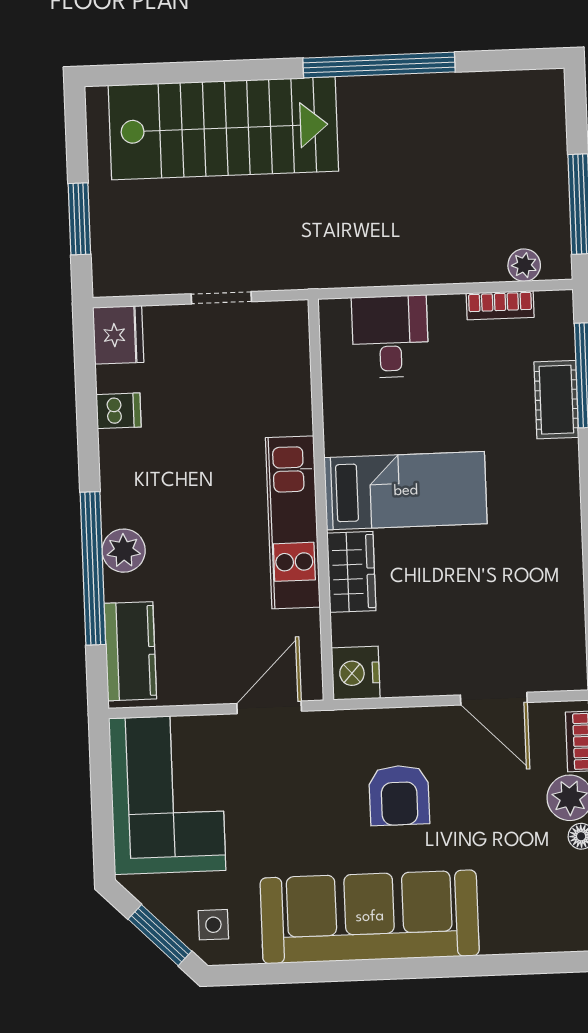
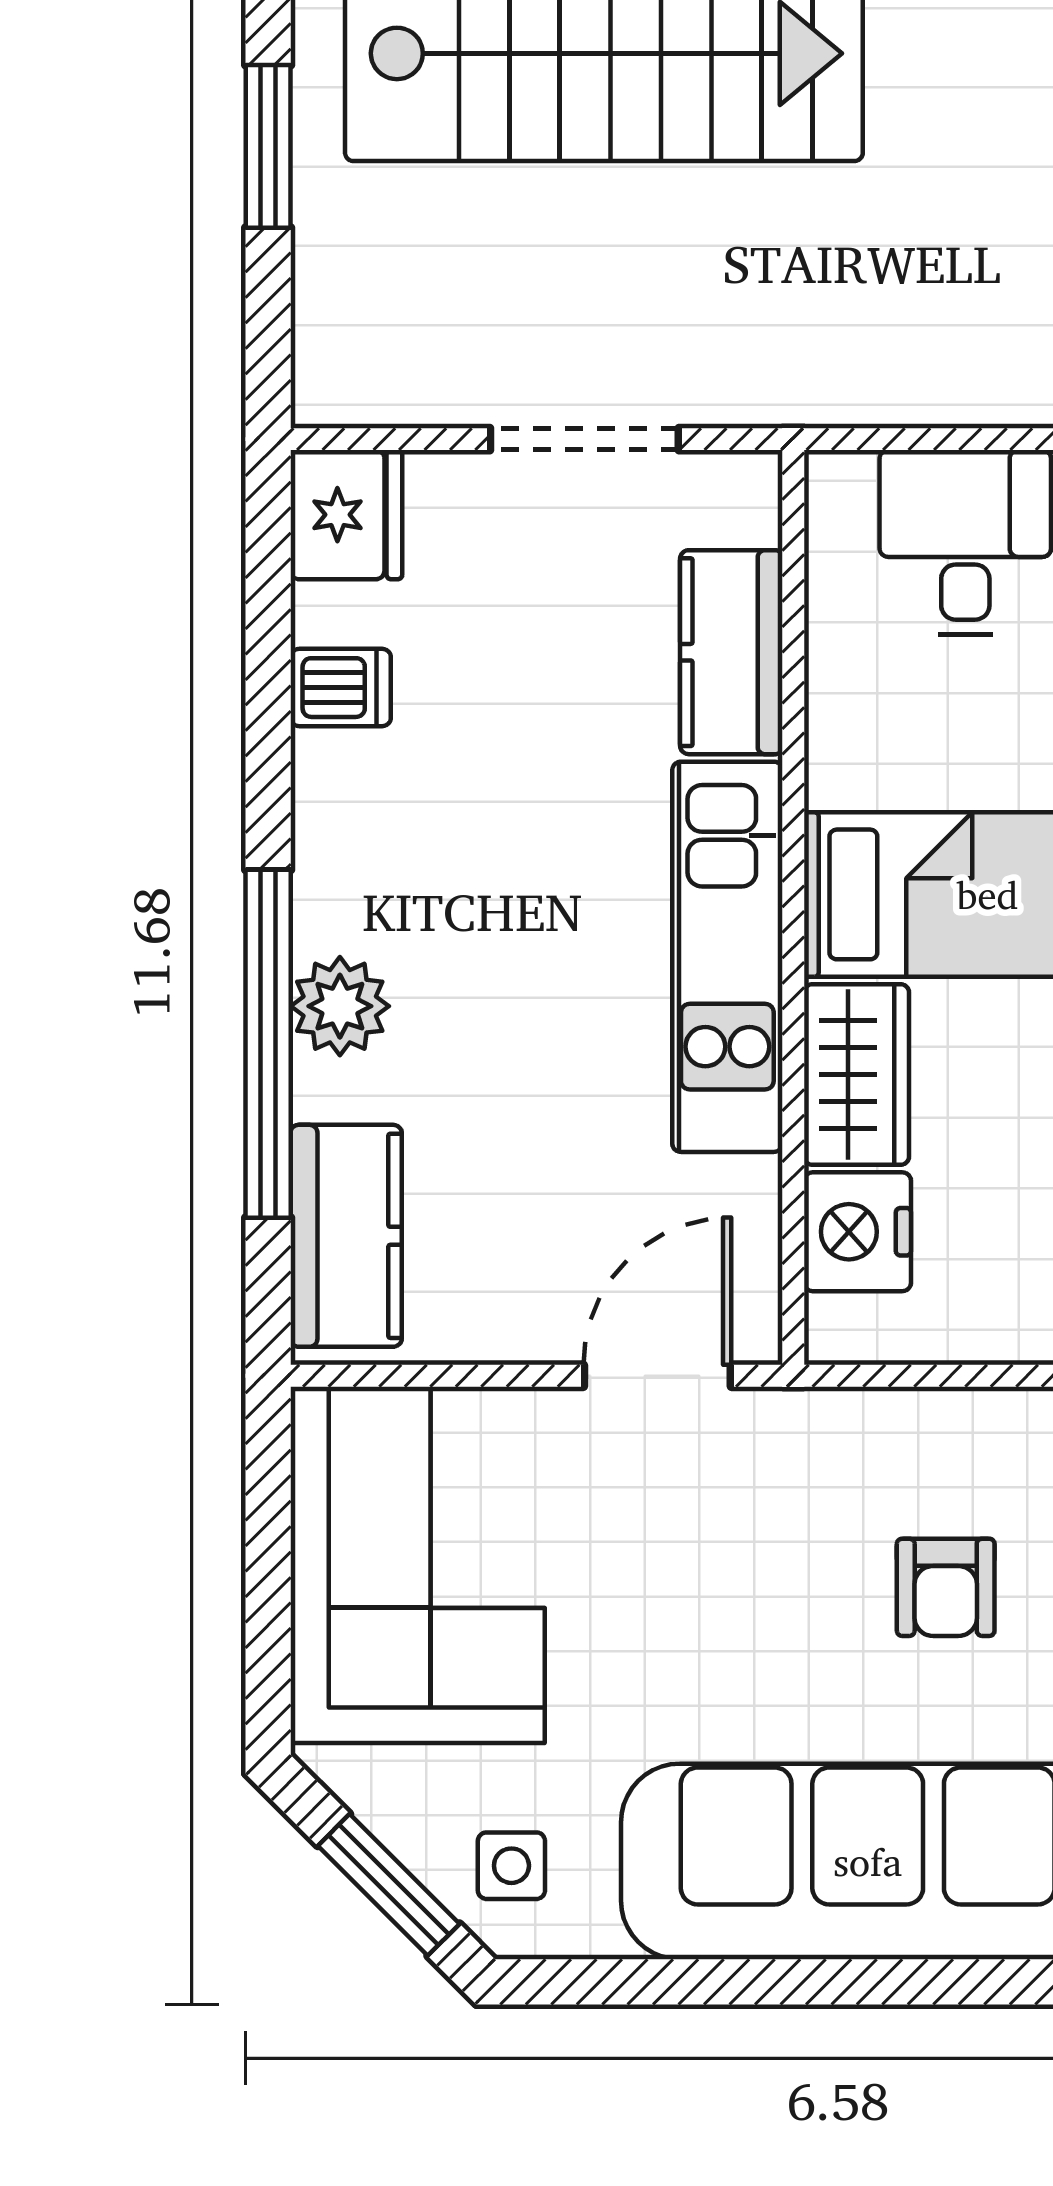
window: (79, 219) -> (268, 146), moved
doorway: (221, 298) -> (584, 439), width x1.38
kitchen counter: (289, 389) -> (731, 652), added
nightstand: (356, 673) -> (857, 1232), moved
armchair: (399, 795) -> (946, 1587), width x0.72, depth x0.72

